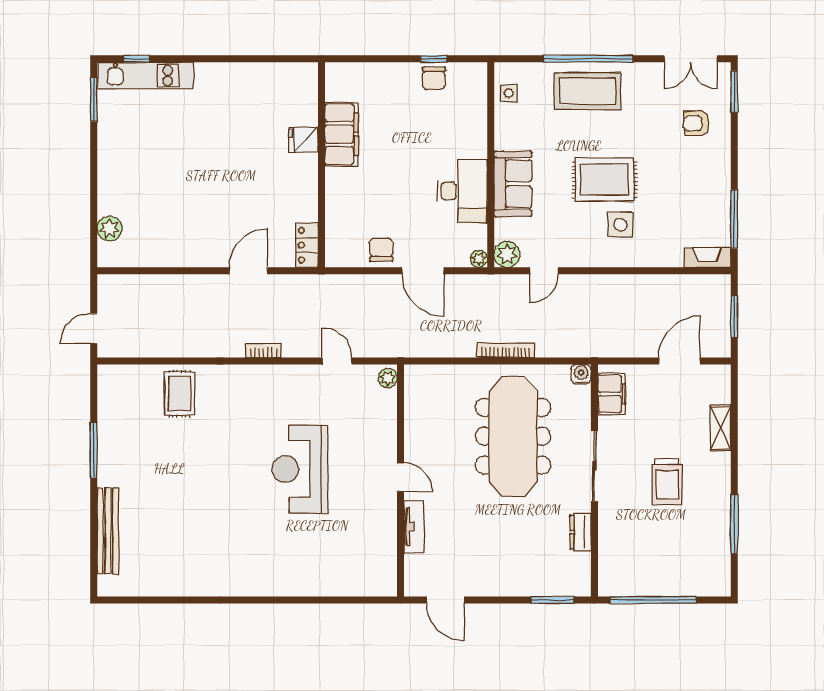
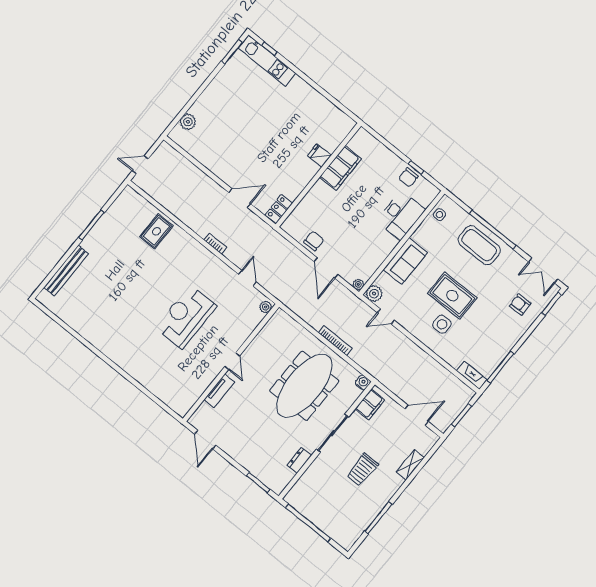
desk: (462, 191) -> (401, 215), moved

